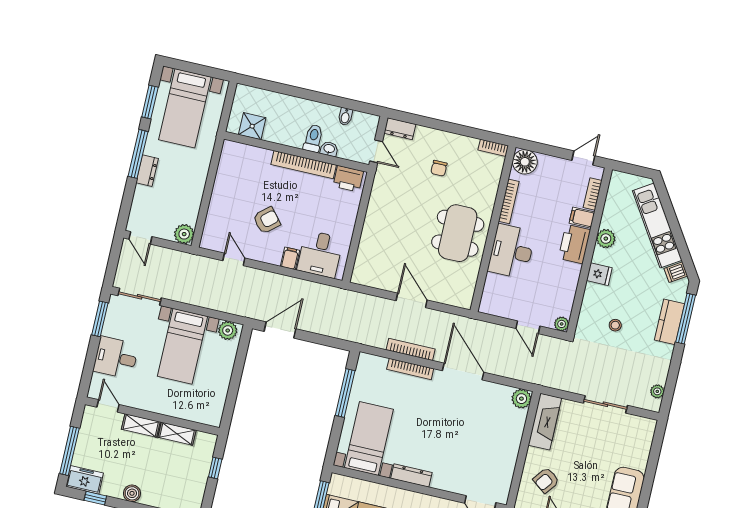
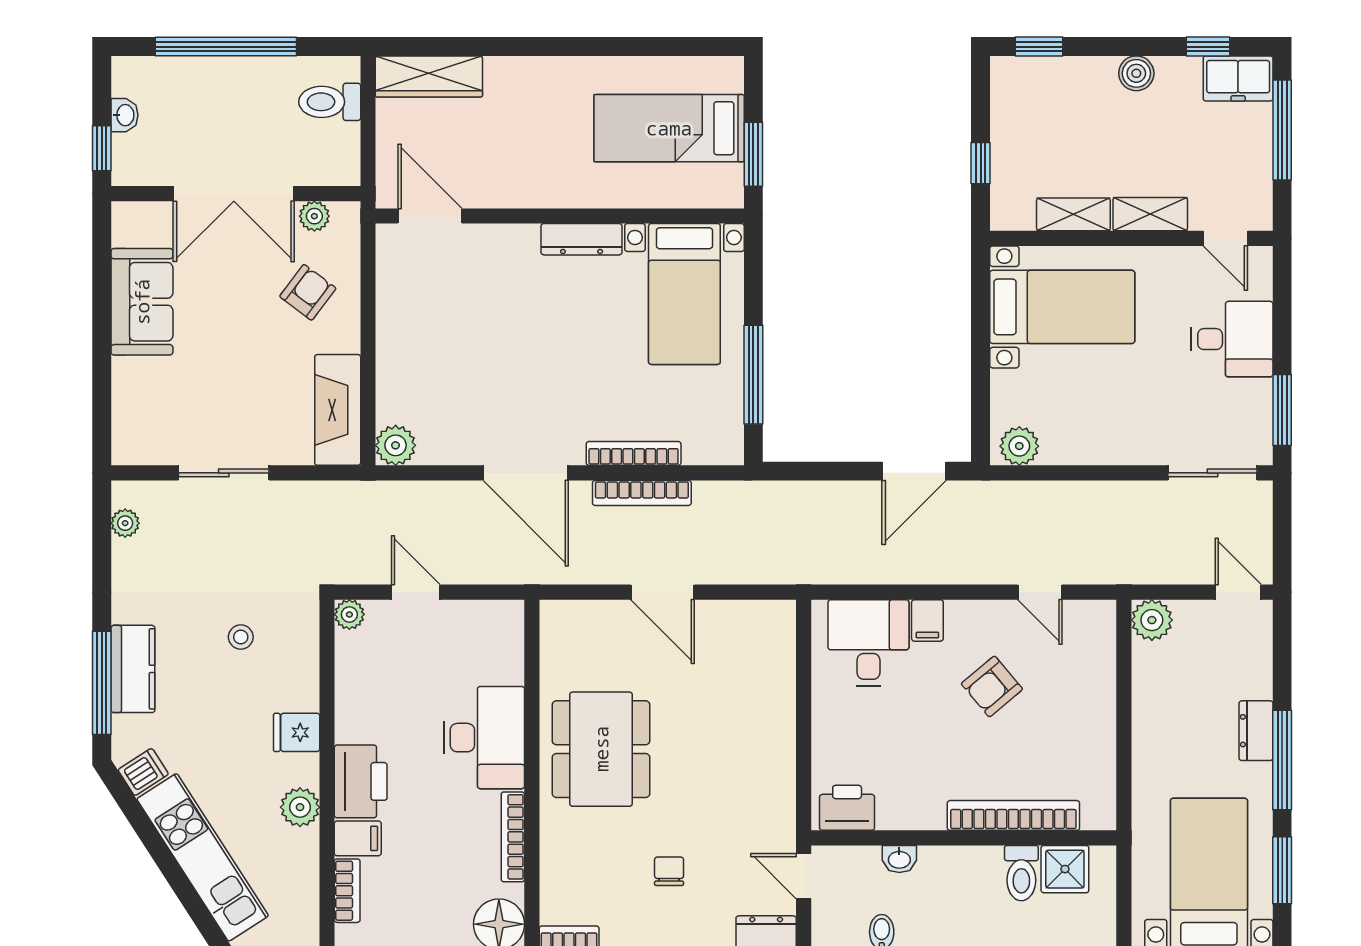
toilet: (313, 138) -> (1021, 873), moved
bookcase: (304, 165) -> (1013, 815), moved
bed with nightstands: (183, 346) -> (1062, 307), moved, turned 90

